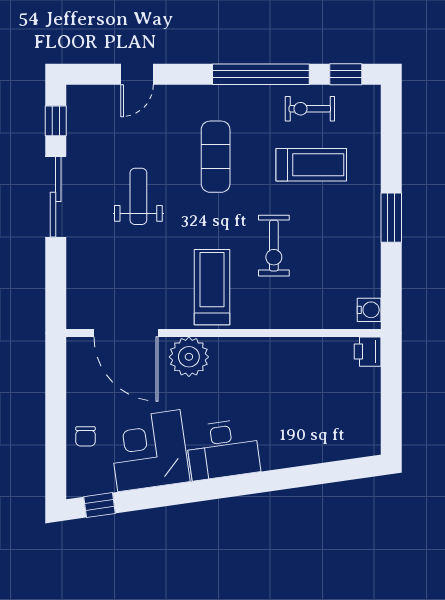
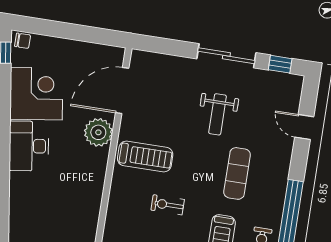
exercise mat: (216, 157) -> (237, 173), turned 90
weight bench: (138, 196) -> (218, 114), turned 90
exercise bike: (274, 246) -> (168, 205), width x0.73, depth x0.72
chair: (86, 436) -> (23, 41), moved, turned 180

